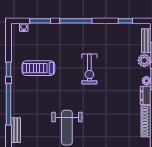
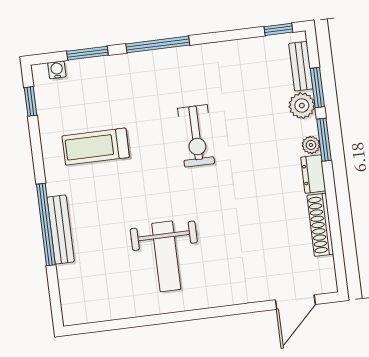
window: (125, 21) -> (278, 29), moved
window: (9, 69) -> (31, 101), moved
bench: (16, 130) -> (61, 229), moved, width x1.36

